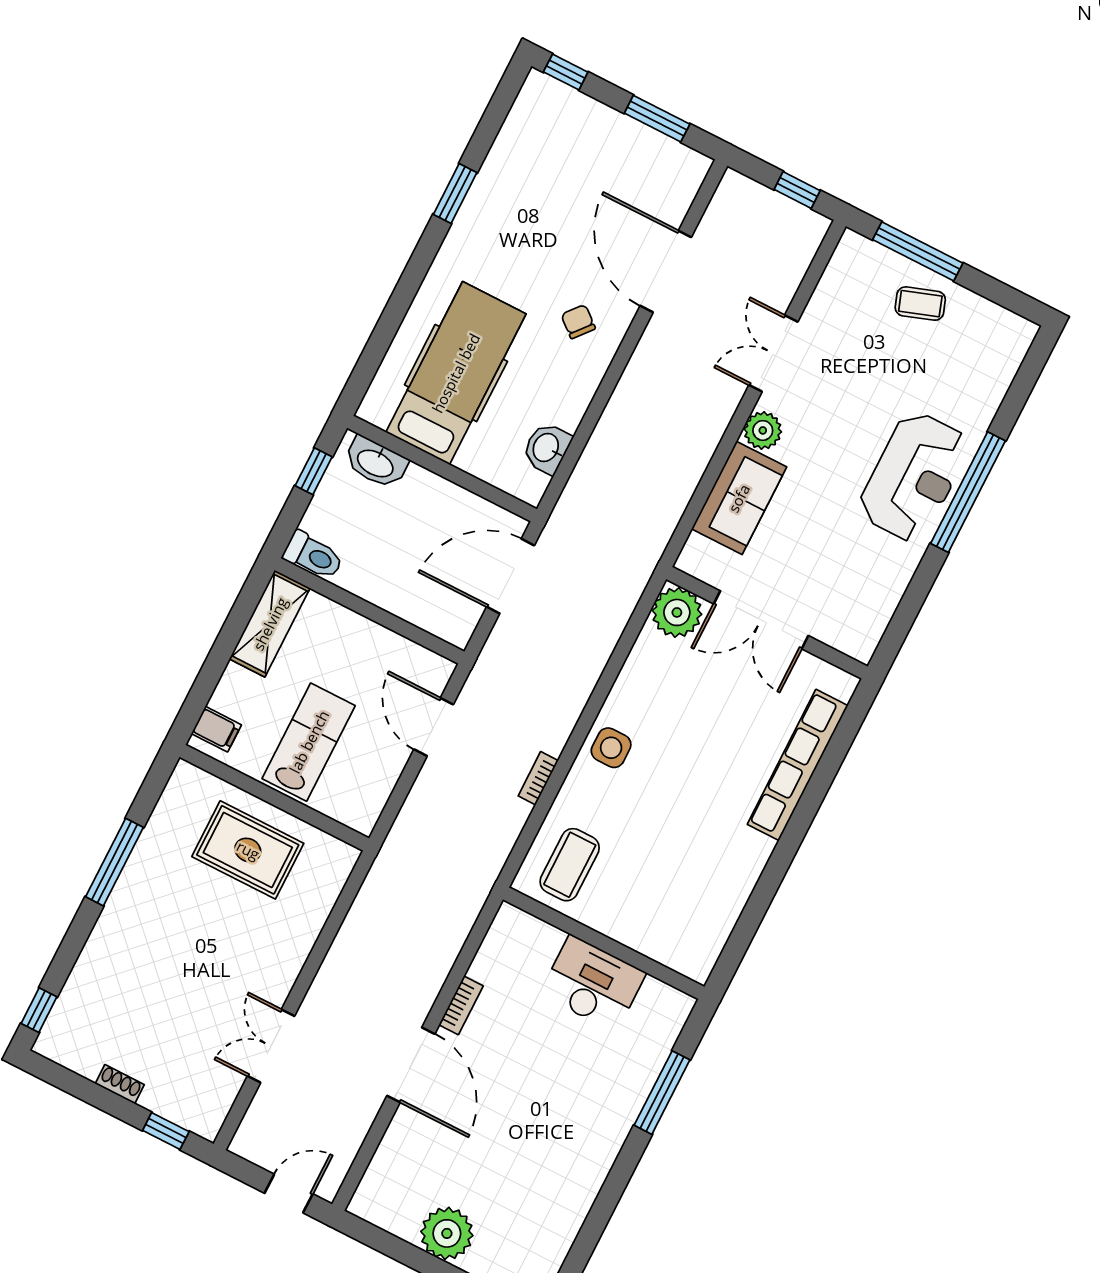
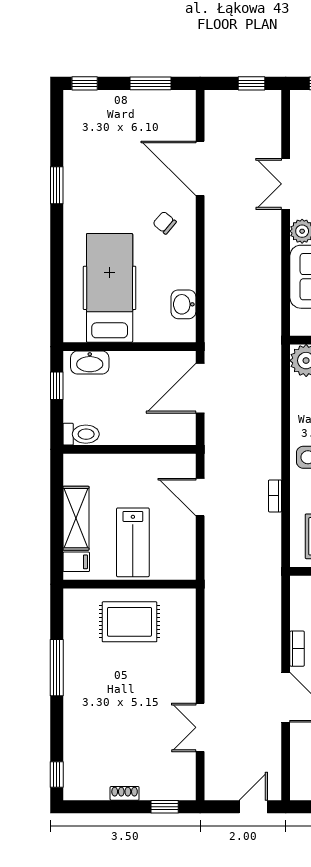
shelving: (270, 624) -> (76, 518), moved
lab bench: (309, 742) -> (133, 542), turned 180

